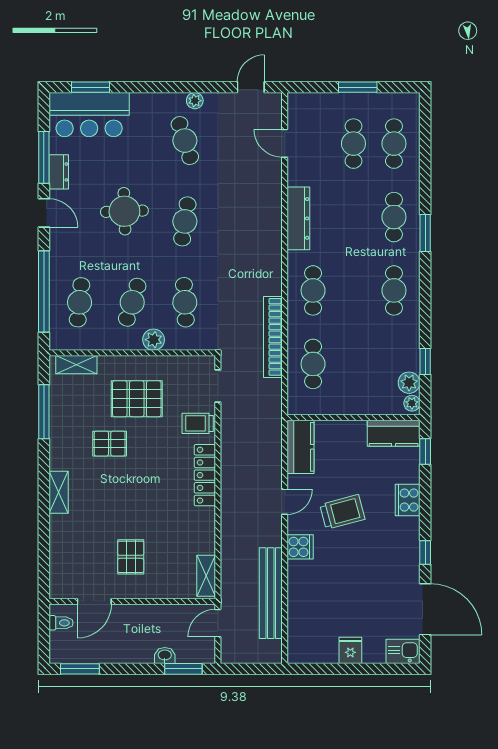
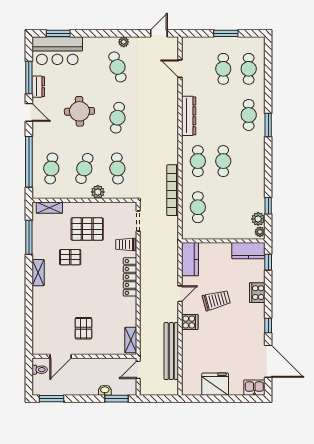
cafe table: (394, 290) -> (223, 161), moved
shelving: (59, 492) -> (38, 273), moved
fridge: (350, 650) -> (215, 384), width x1.88, depth x1.34

